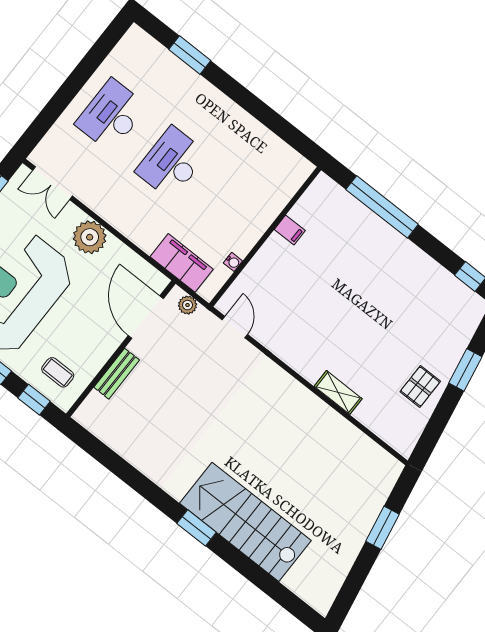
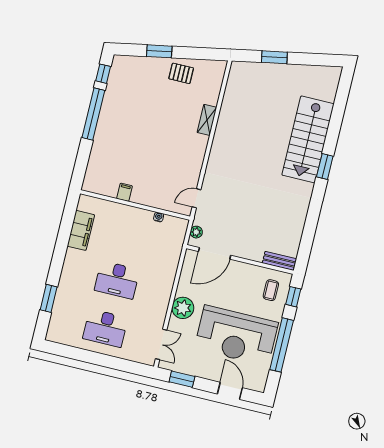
window: (382, 207) -> (93, 114), moved
filing cabinet: (182, 263) -> (81, 230), moved, turned 180
bench: (117, 374) -> (279, 261), moved

